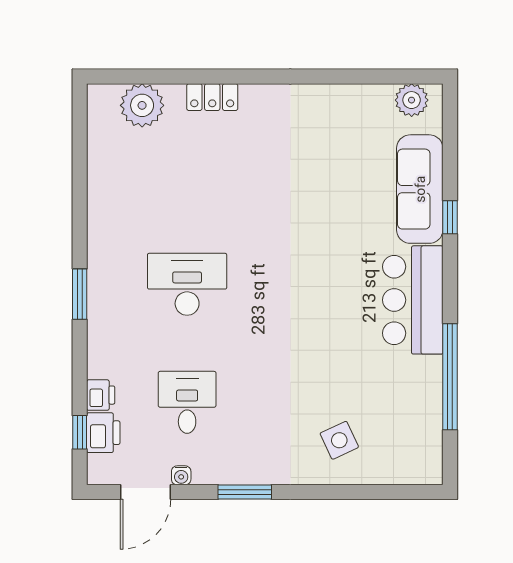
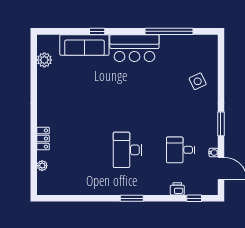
plant: (412, 100) -> (44, 60), moved
plant: (142, 105) -> (42, 166), width x0.53, depth x0.53
printer: (103, 433) -> (194, 188), removed

